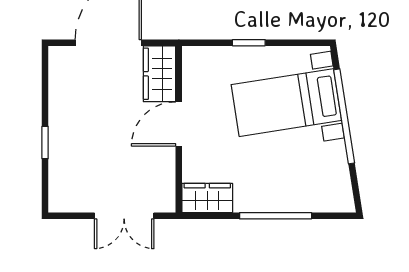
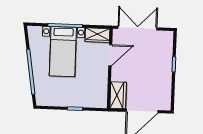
bed with nightstands: (286, 103) -> (63, 52), moved, turned 99
door: (179, 124) -> (110, 55), moved
double door: (124, 216) -> (137, 28), width x1.37

